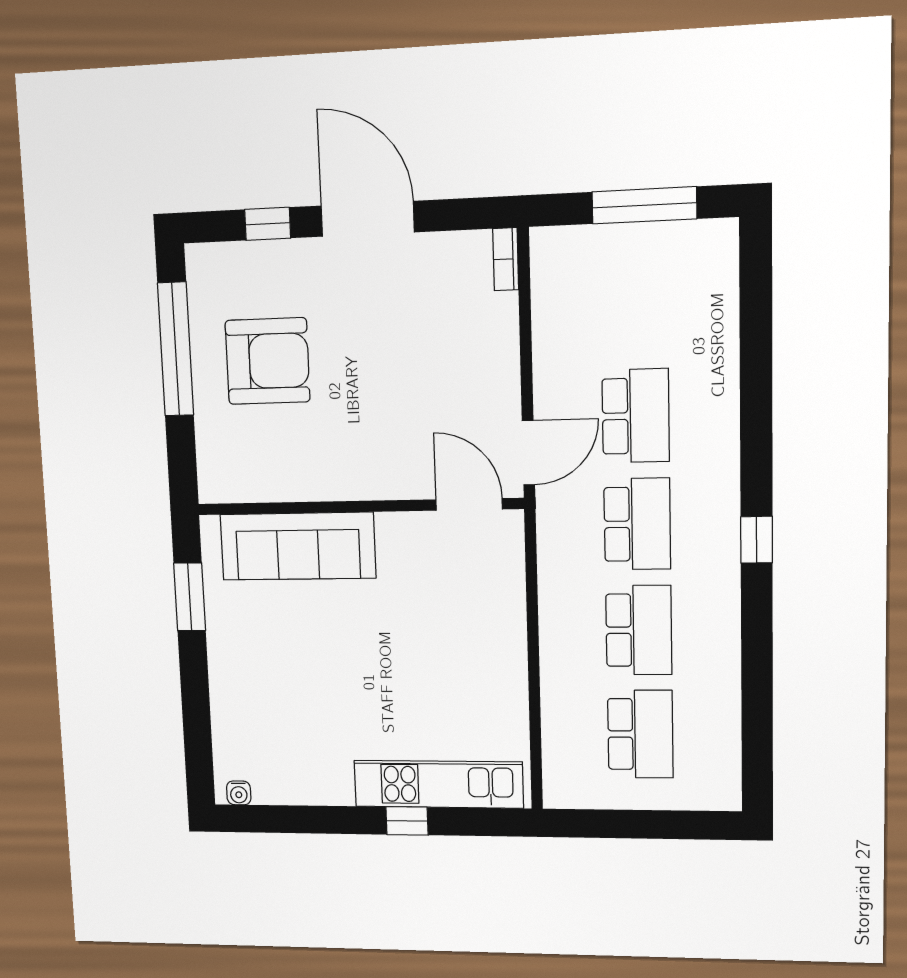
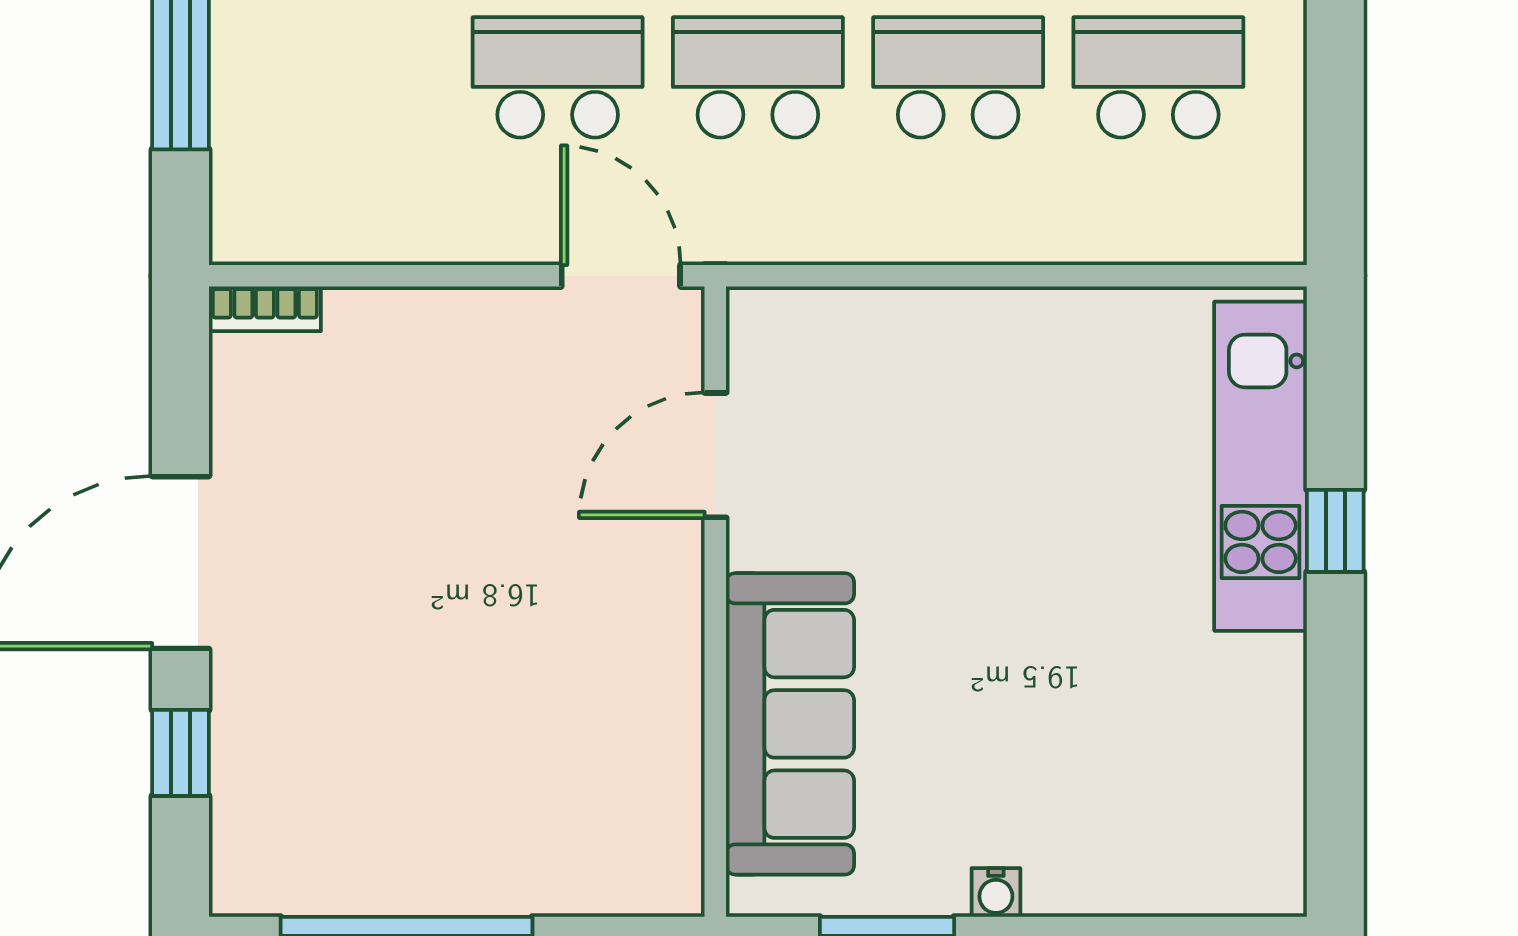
armchair: (267, 361) -> (435, 766), removed
door: (469, 504) -> (715, 455), moved
water cooler: (239, 793) -> (996, 892), moved, turned 90

